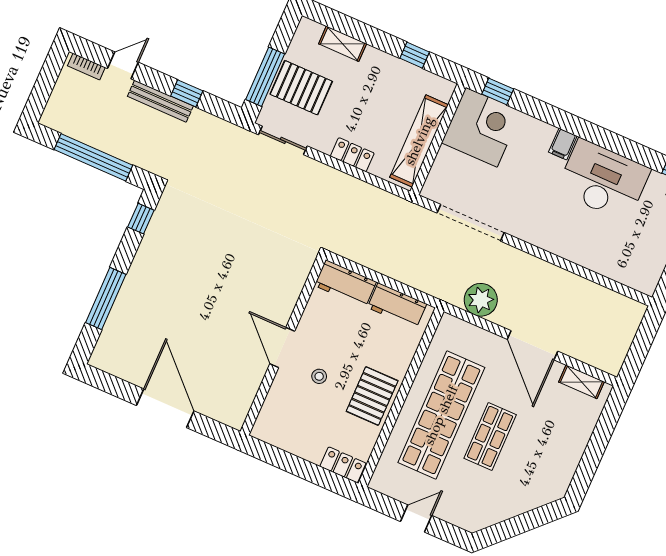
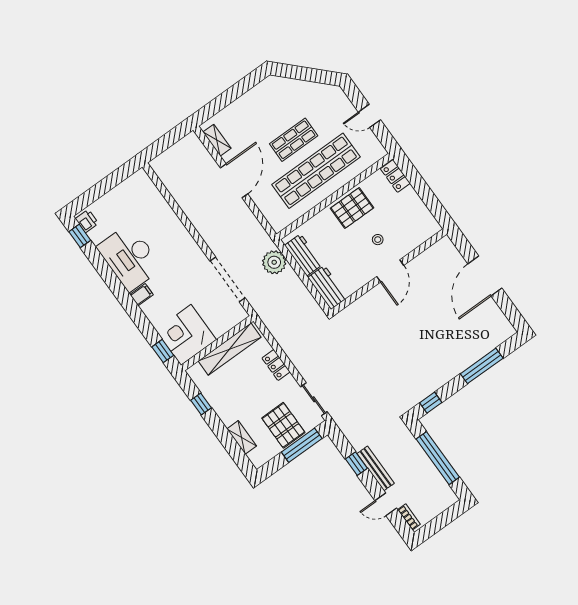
plant: (481, 300) -> (274, 262), moved

